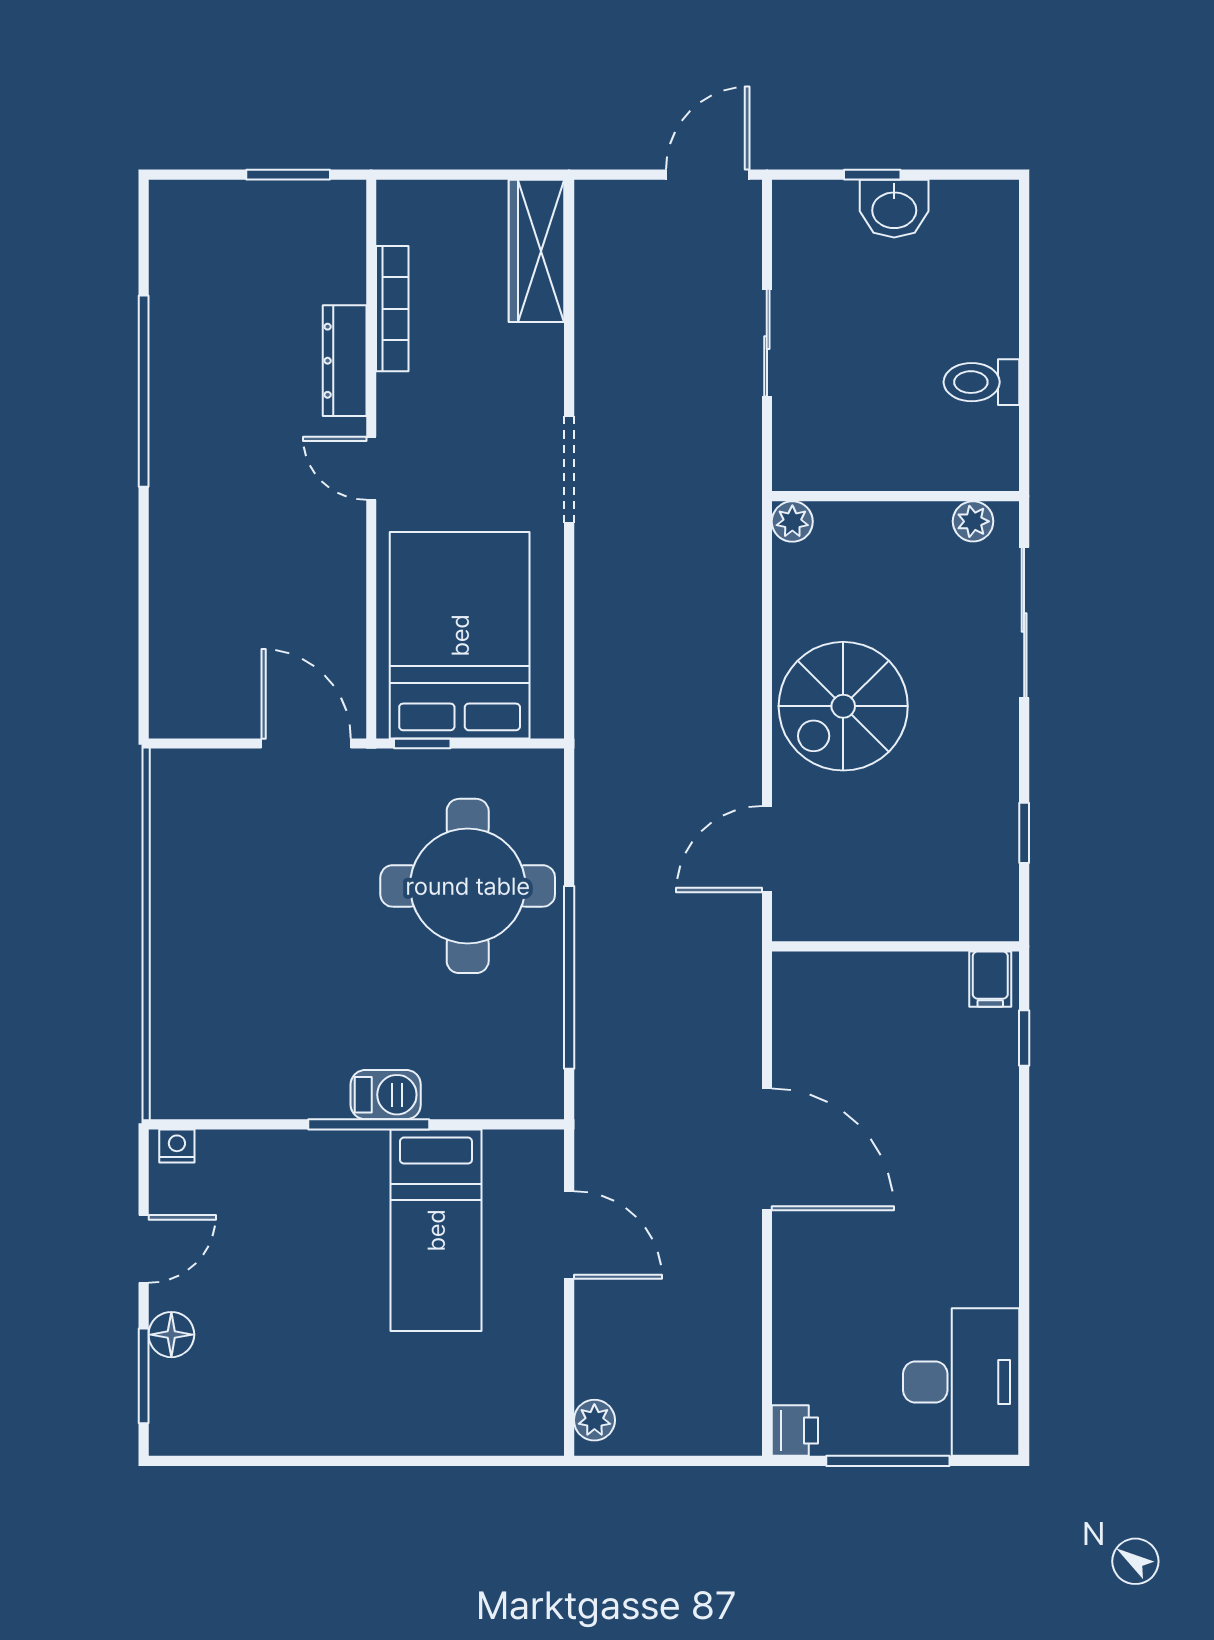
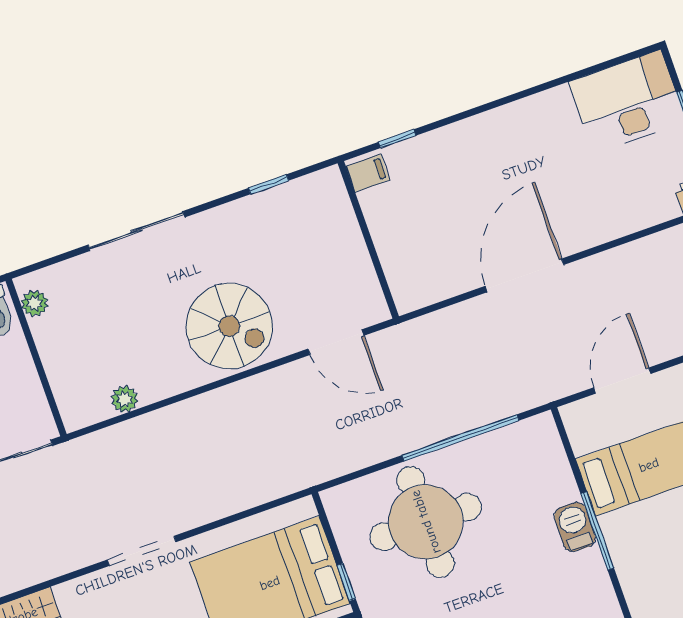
wall: (896, 496) -> (36, 358), moved
plant: (973, 521) -> (35, 303), moved

